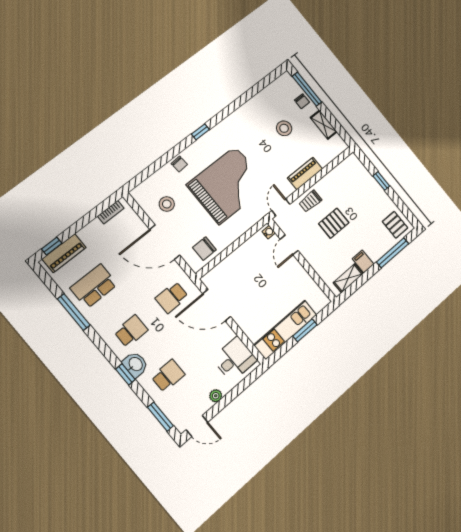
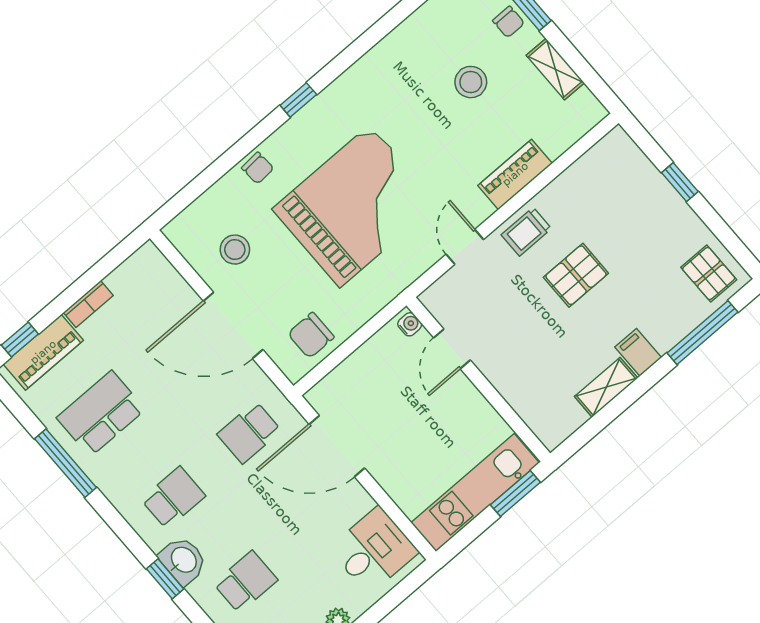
bookcase: (111, 212) -> (88, 304), moved
water cooler: (269, 232) -> (410, 324), moved
door: (289, 245) -> (452, 349), moved
wall: (302, 260) -> (478, 379), moved

